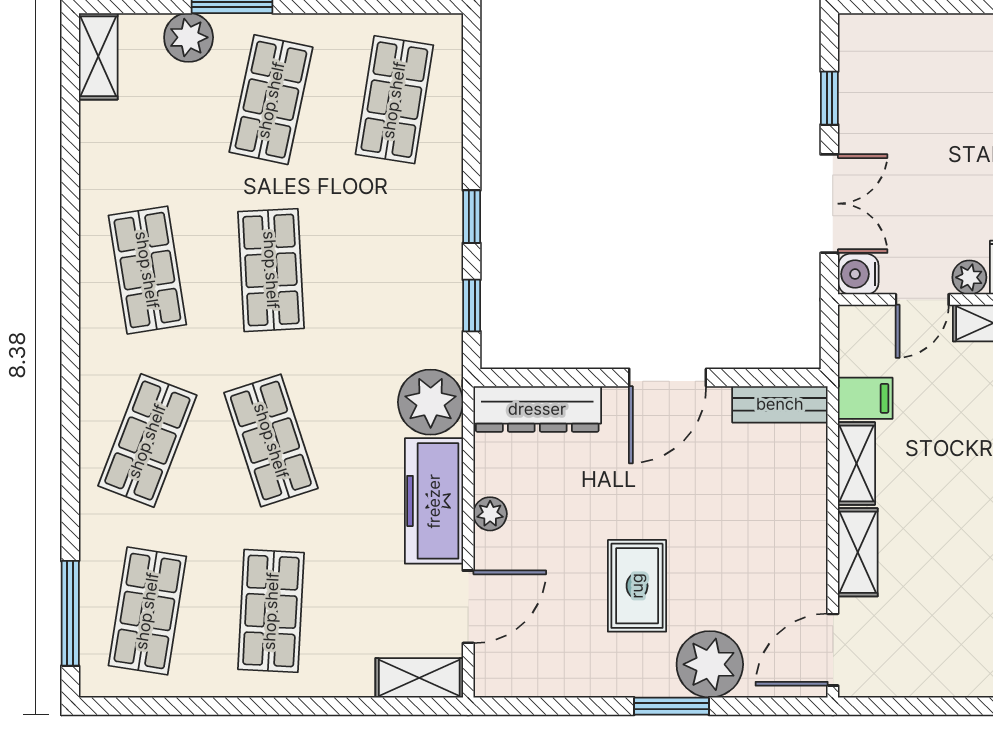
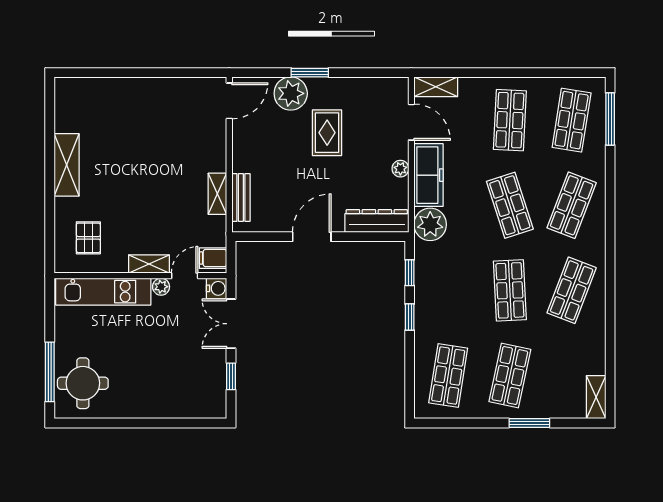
plant: (189, 37) -> (551, 407), removed
shop shelf: (147, 270) -> (572, 290), turned 30
filing cabinet: (865, 398) -> (213, 258), moved
bench: (780, 404) -> (241, 198), moved, turned 90
shelving: (858, 552) -> (217, 149), removed
door: (468, 607) -> (411, 122), swing flipped

